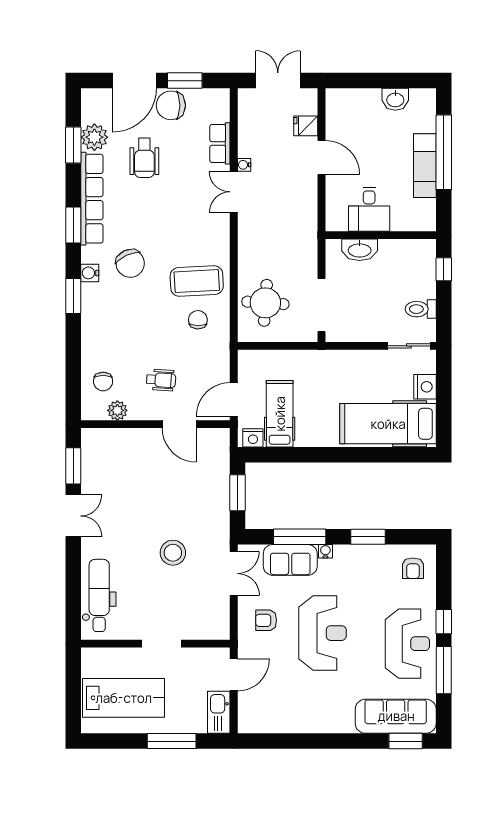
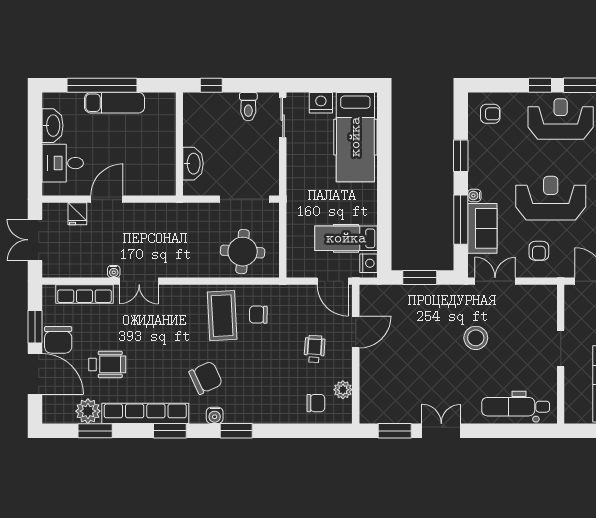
washbasin: (395, 99) -> (53, 126), width x1.38
row of seats: (220, 143) -> (84, 294), width x1.48
desk: (369, 209) -> (63, 163), moved, turned 180

